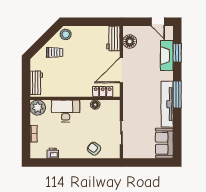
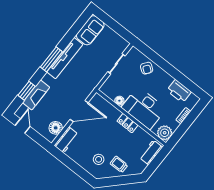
stool: (66, 34) -> (99, 159), moved
locker: (103, 92) -> (128, 123), moved
desk: (66, 111) -> (144, 108), width x1.36, depth x1.30
printer: (53, 153) -> (179, 91), width x1.87, depth x1.48

